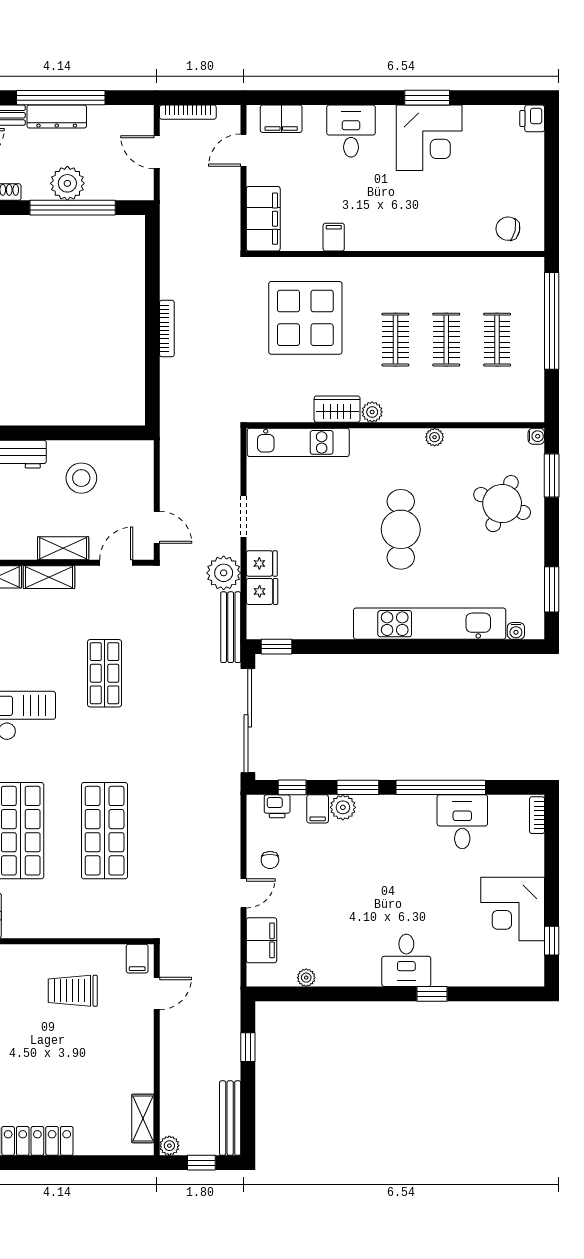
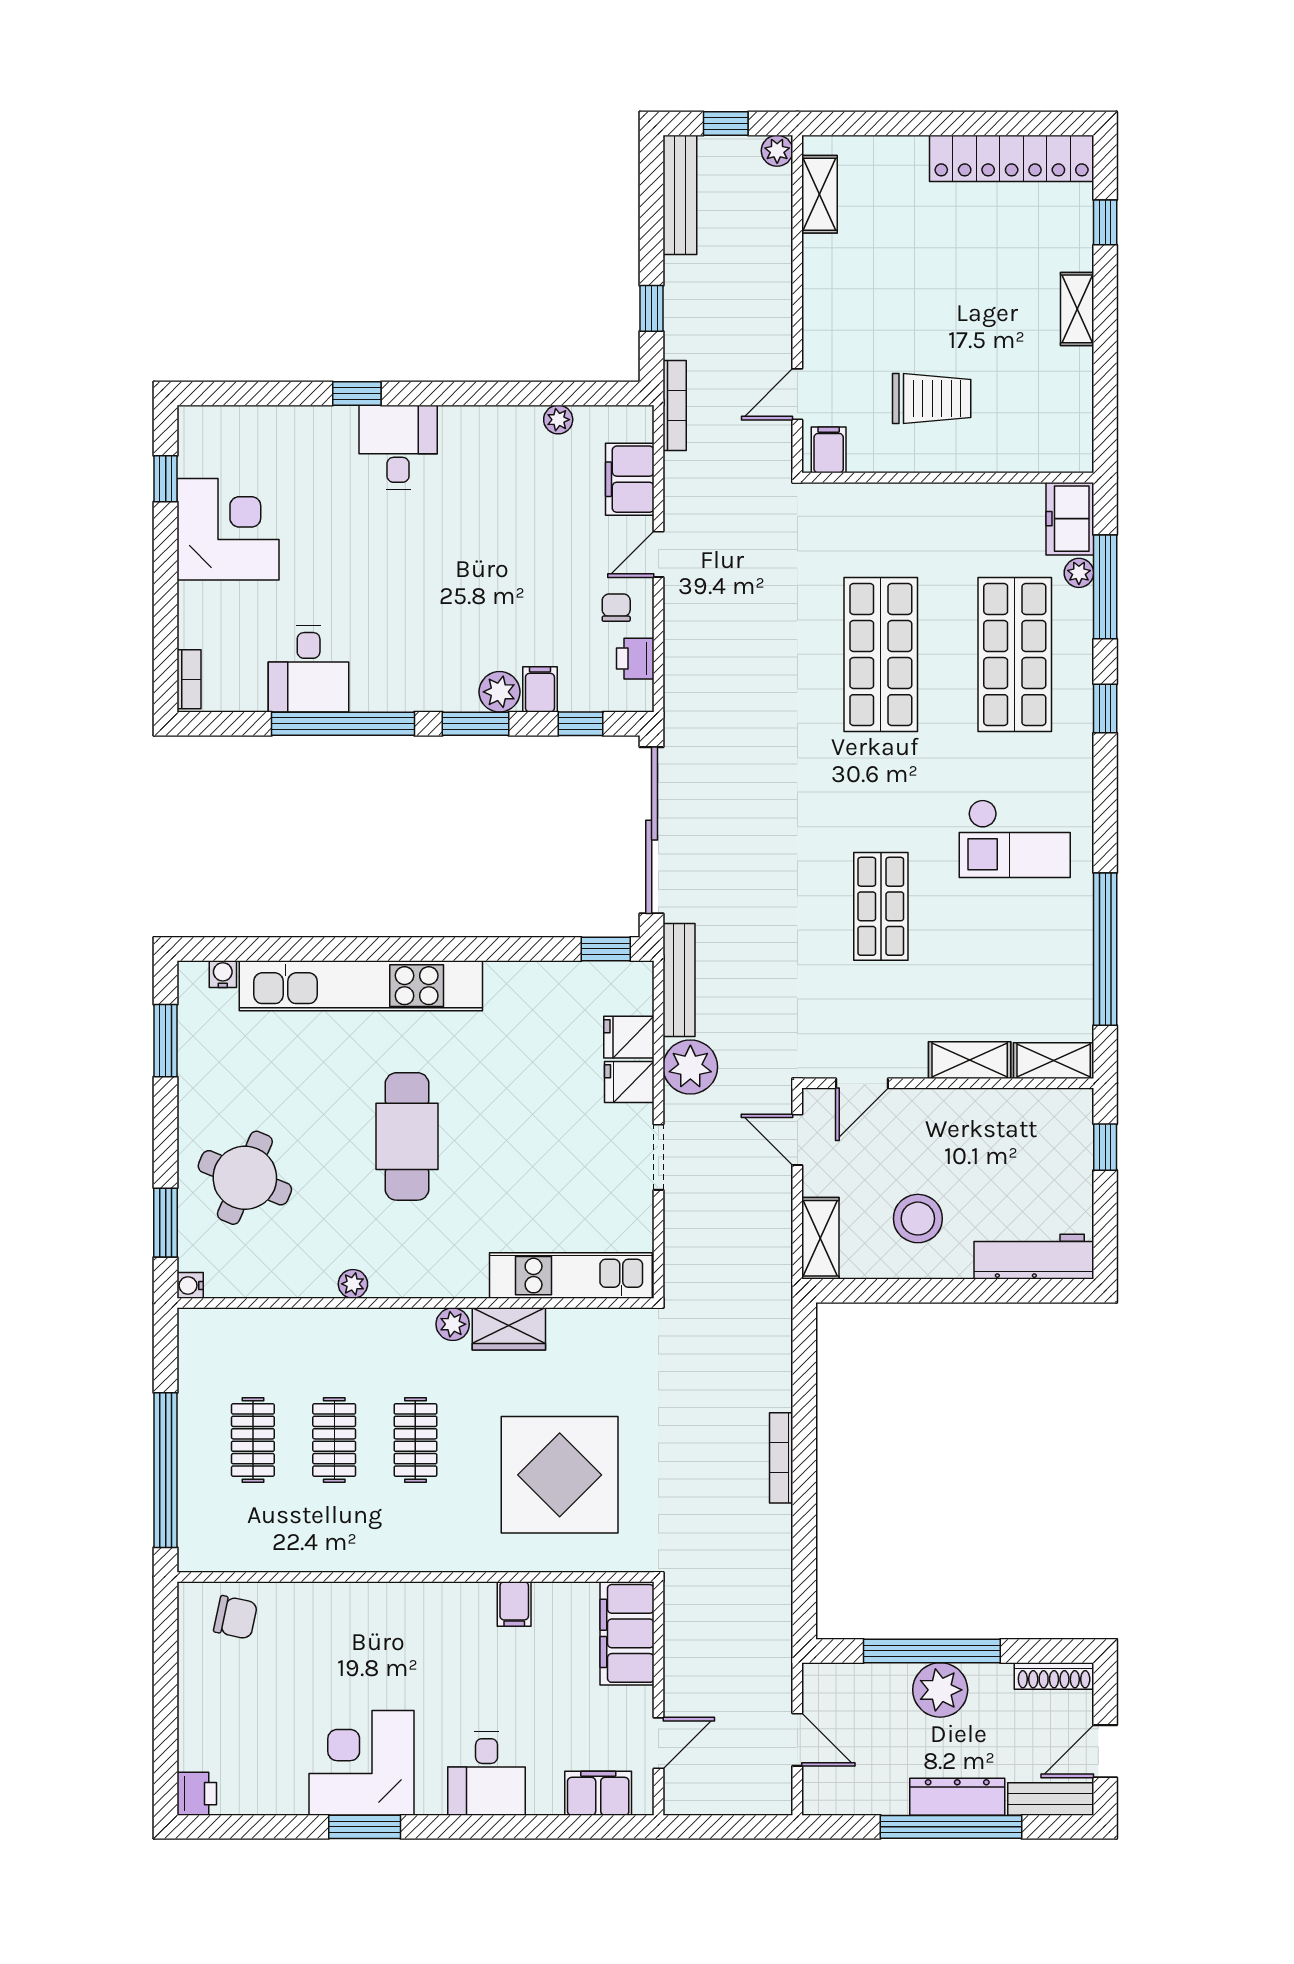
bookcase: (188, 112) -> (675, 405), moved, turned 90
shelving: (63, 548) -> (820, 1238), moved, turned 90
printer: (277, 806) -> (635, 659), moved, turned -90

